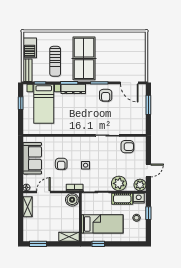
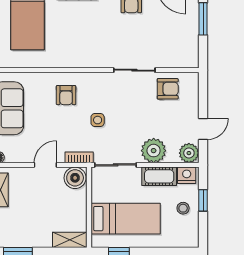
armchair: (61, 164) -> (66, 95), moved
door: (43, 192) -> (45, 165), moved

